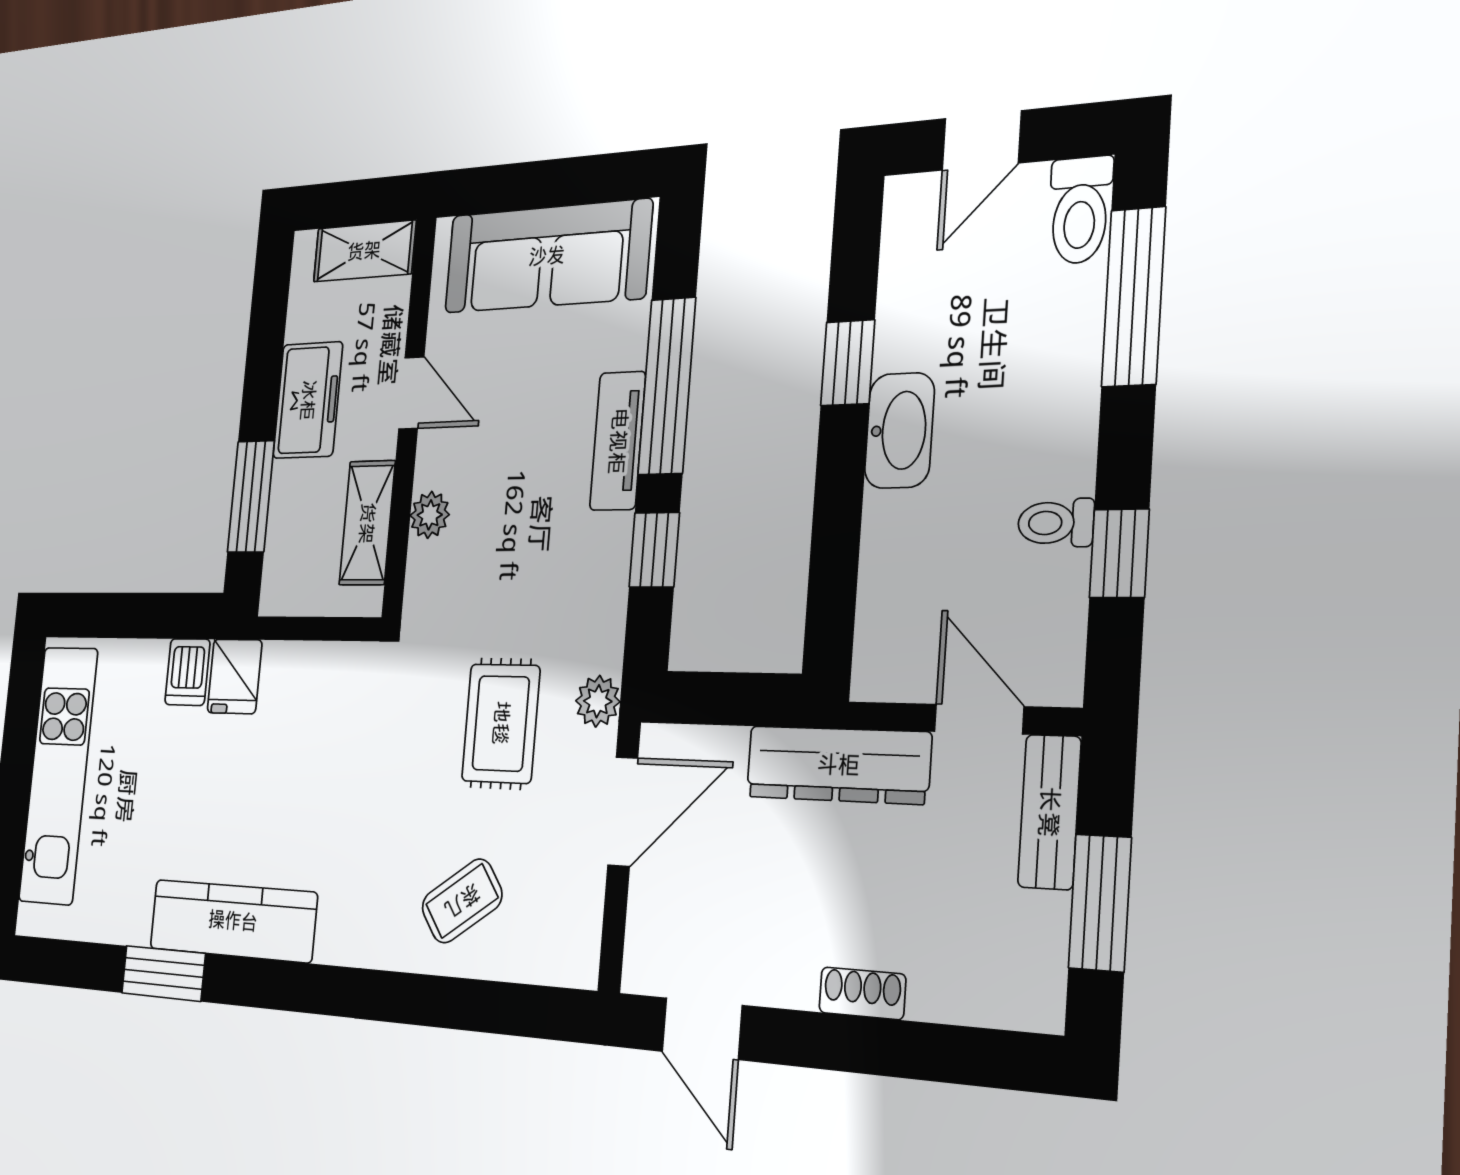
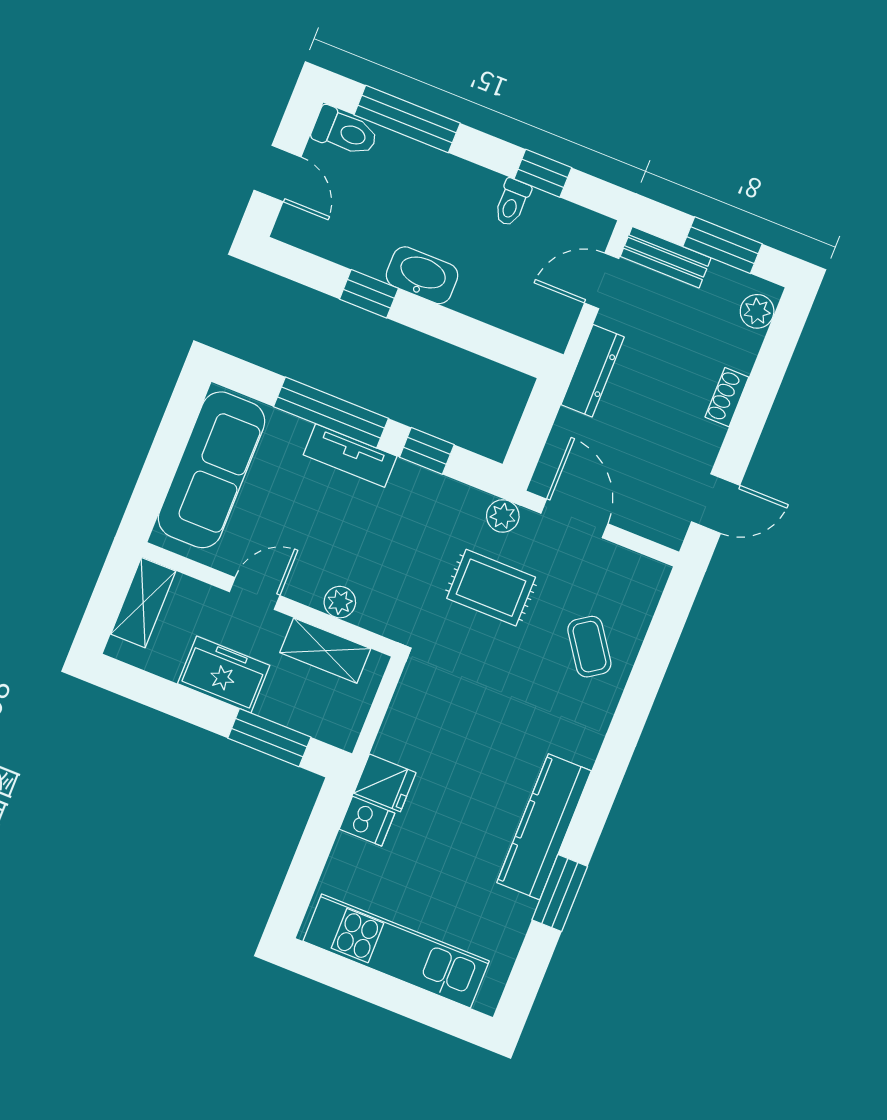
dresser: (838, 765) -> (593, 371), width x0.73, depth x0.80
plant: (1011, 1000) -> (757, 311), added

